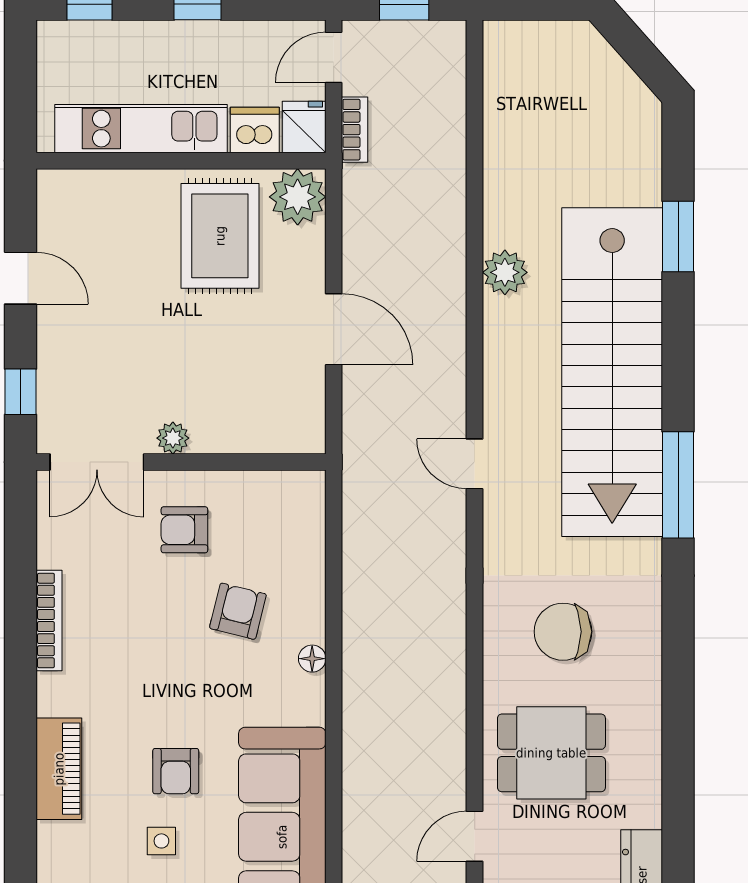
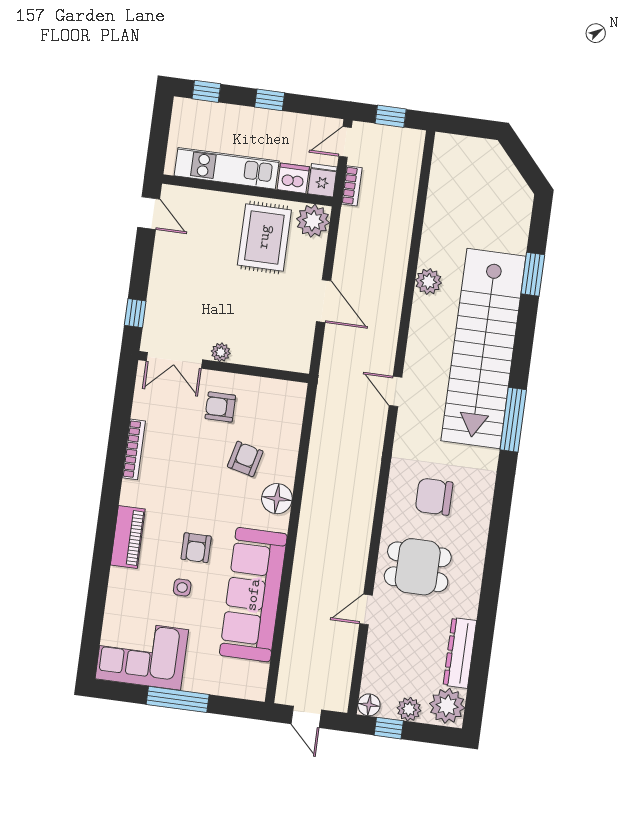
door: (20, 278) -> (149, 213), moved
floor lamp: (312, 659) -> (277, 499), width x1.89, depth x1.89

